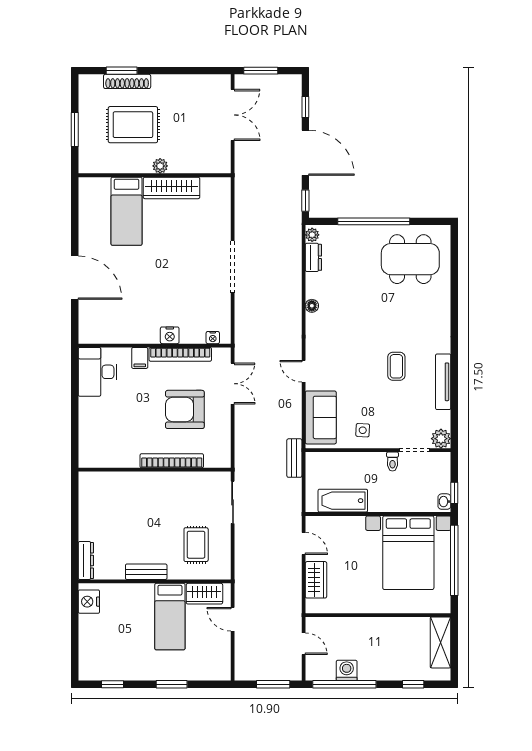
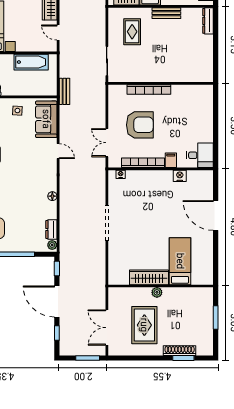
rug: (133, 125) -> (144, 325), moved, turned 90
nightstand: (170, 335) -> (180, 176), moved
desk: (98, 372) -> (200, 155), width x0.73

